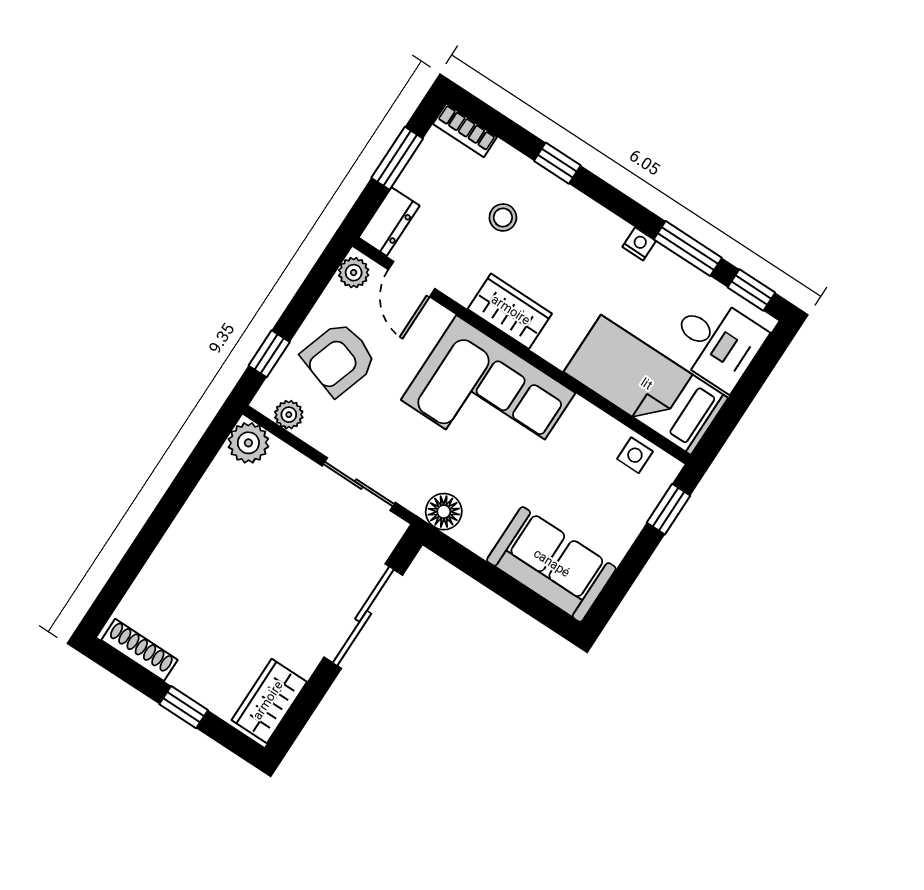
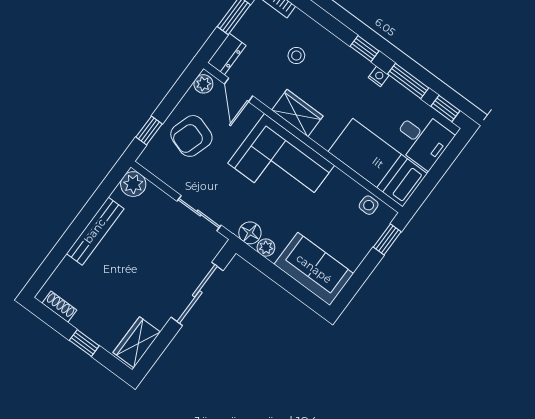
window: (557, 163) -> (364, 49), moved
plant: (289, 415) -> (266, 248), moved
bench: (191, 523) -> (95, 231), added
shoe rack: (139, 650) -> (59, 307), width x0.70

